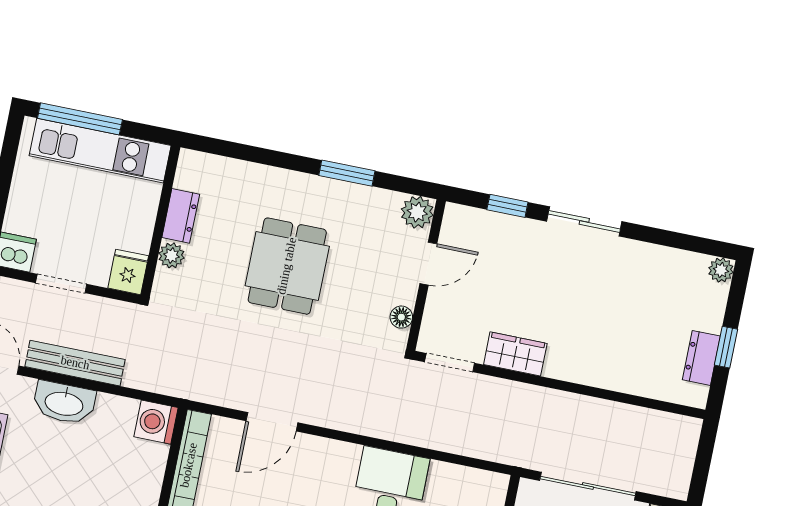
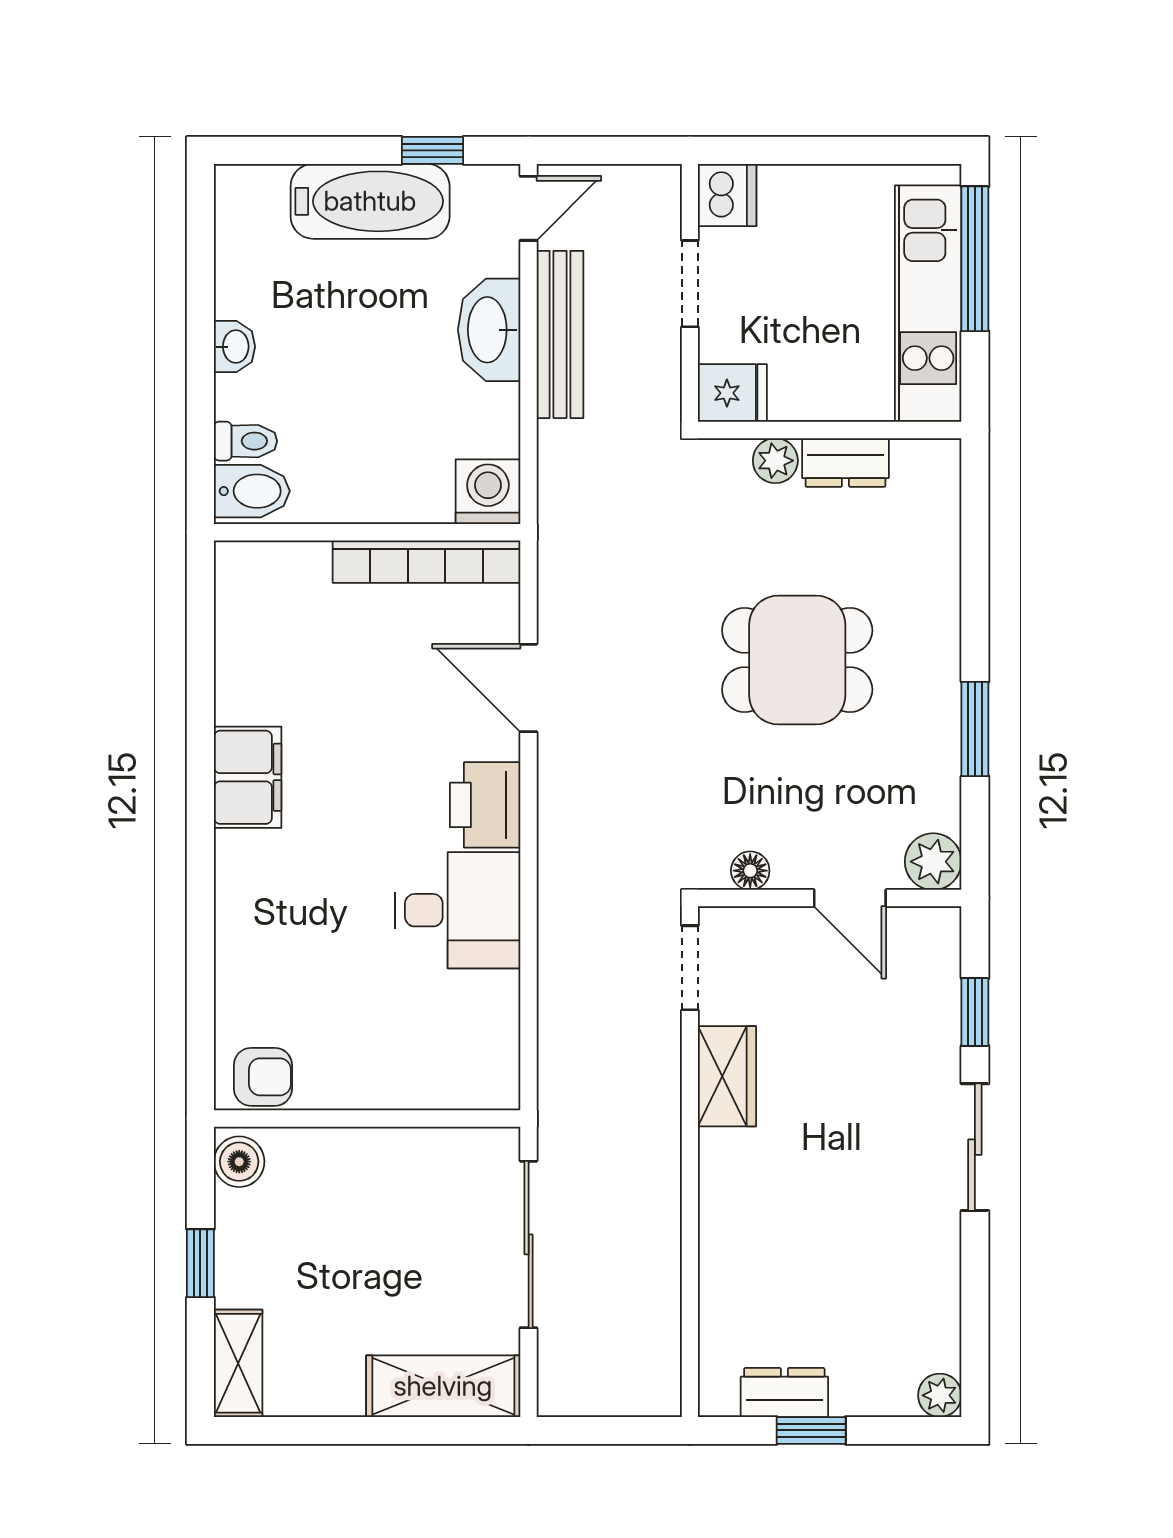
printer: (333, 460) -> (485, 805), added

